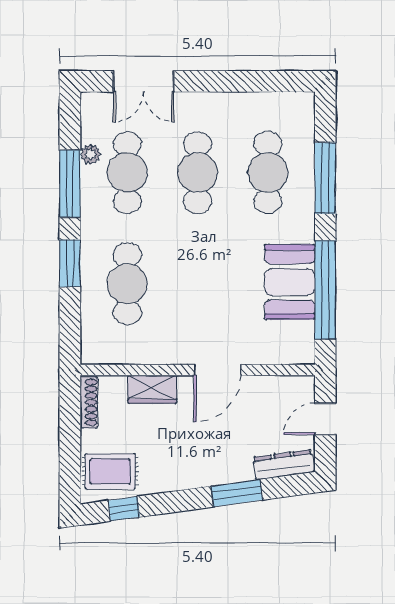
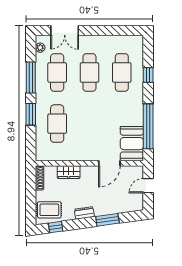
plant: (90, 154) -> (40, 48), moved
window: (325, 178) -> (148, 75), width x0.46
booth: (290, 282) -> (132, 144), moved
door: (217, 370) -> (109, 163), moved
dresser: (284, 465) -> (84, 213), moved, width x0.70

